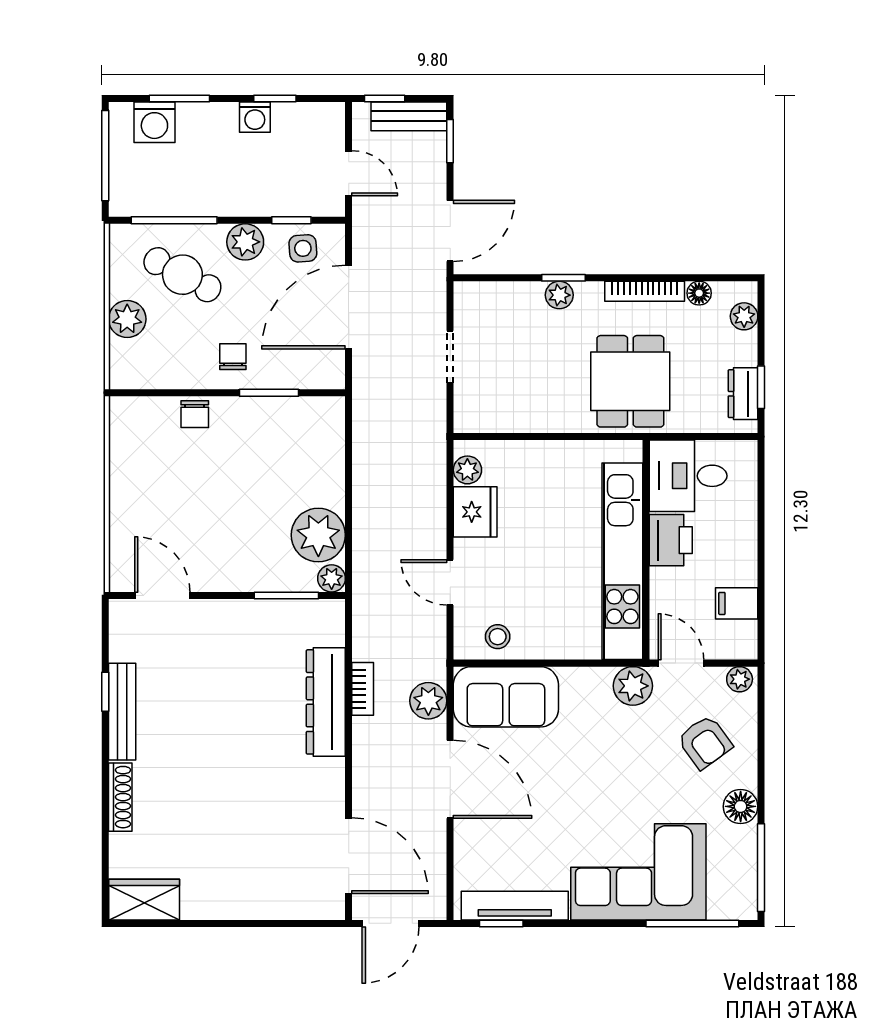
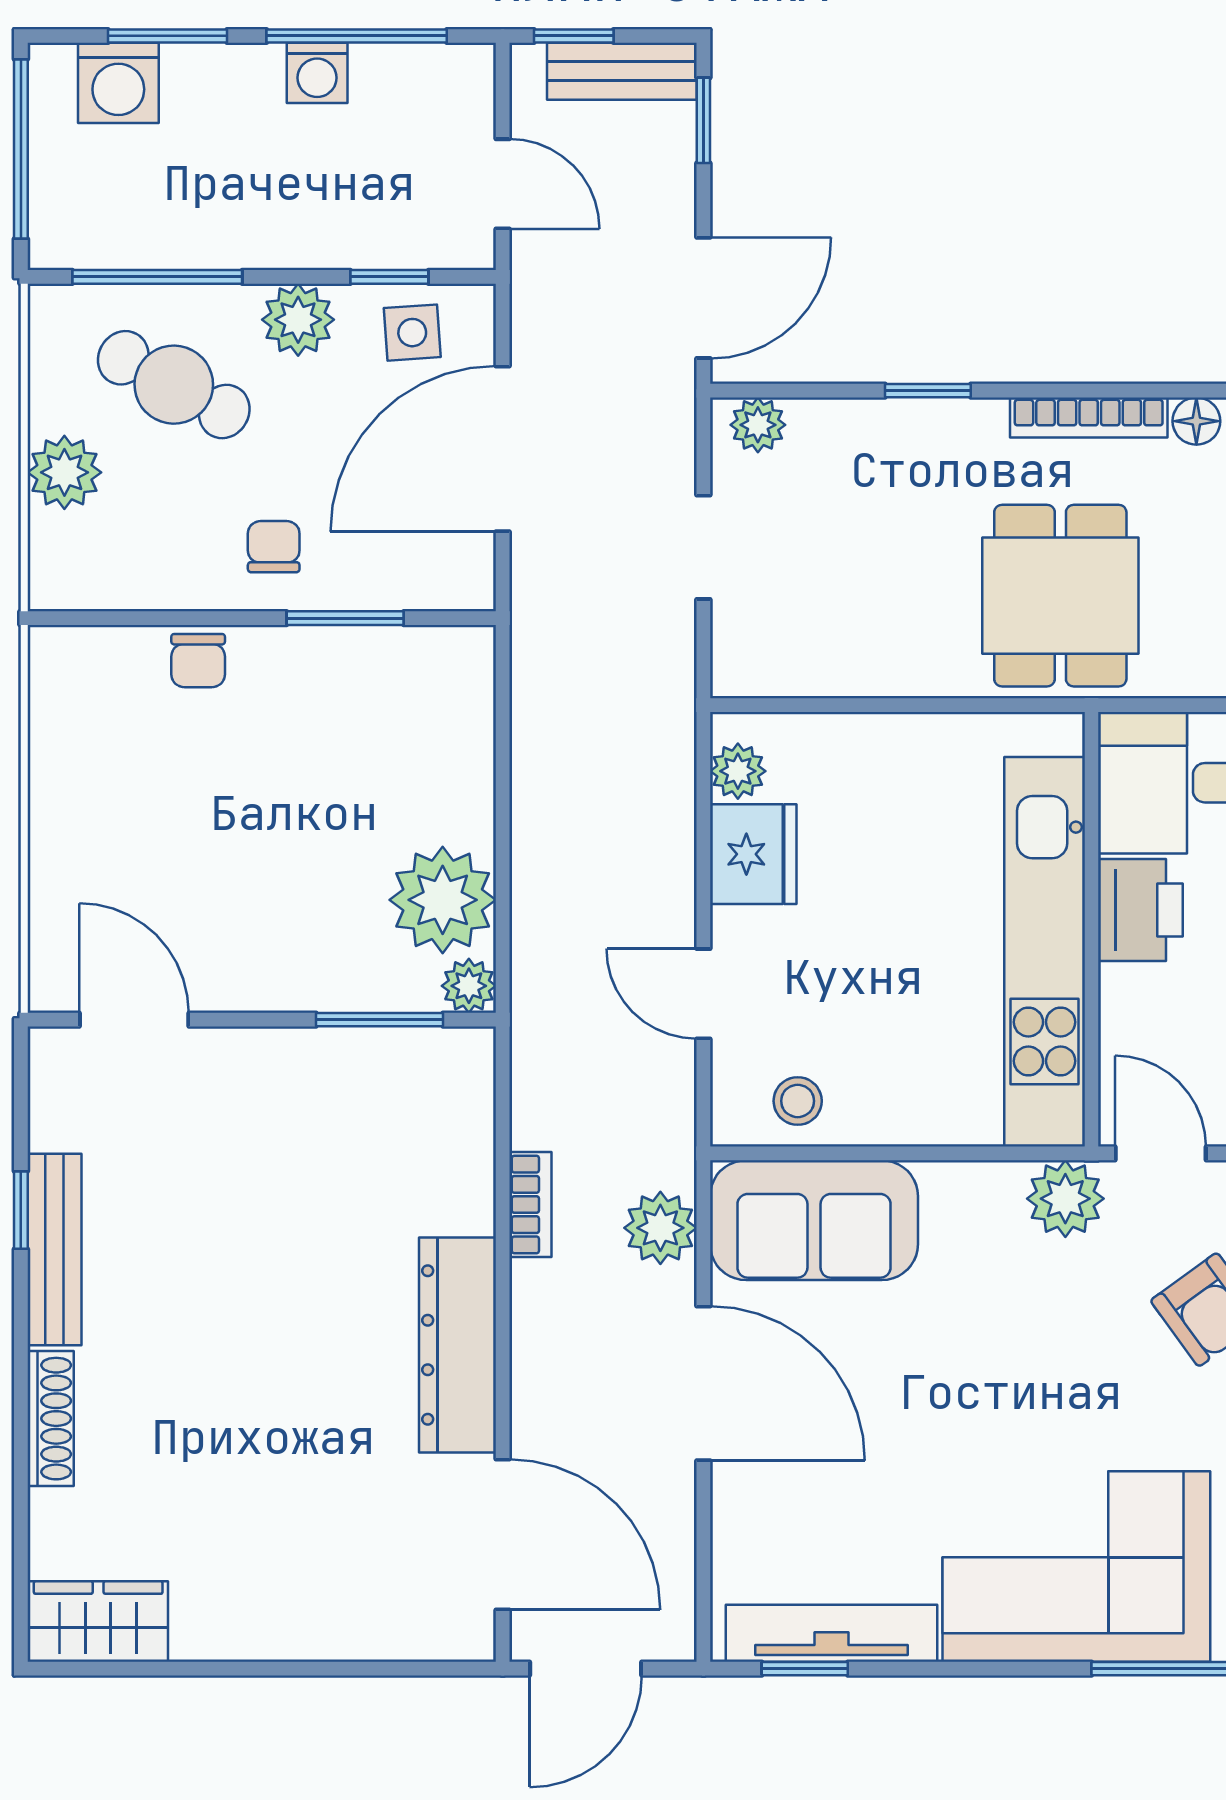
window: (275, 99) -> (357, 36), width x2.17
plant: (559, 295) -> (758, 425), moved
dresser: (326, 702) -> (458, 1345), moved

